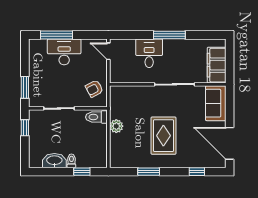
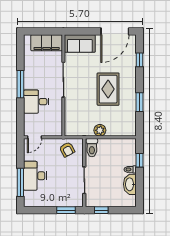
rug: (163, 136) -> (108, 89), turned 90

